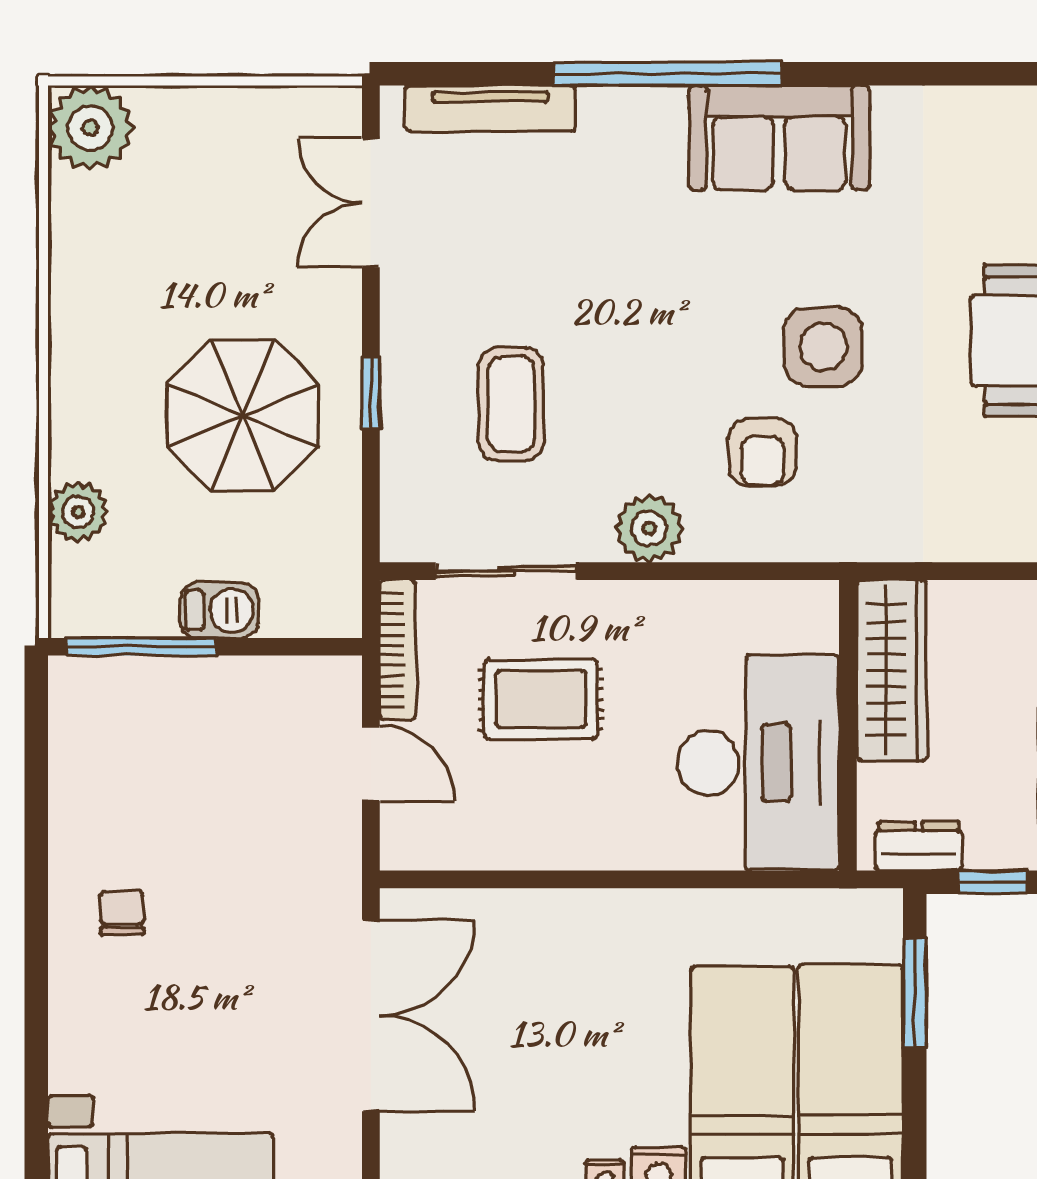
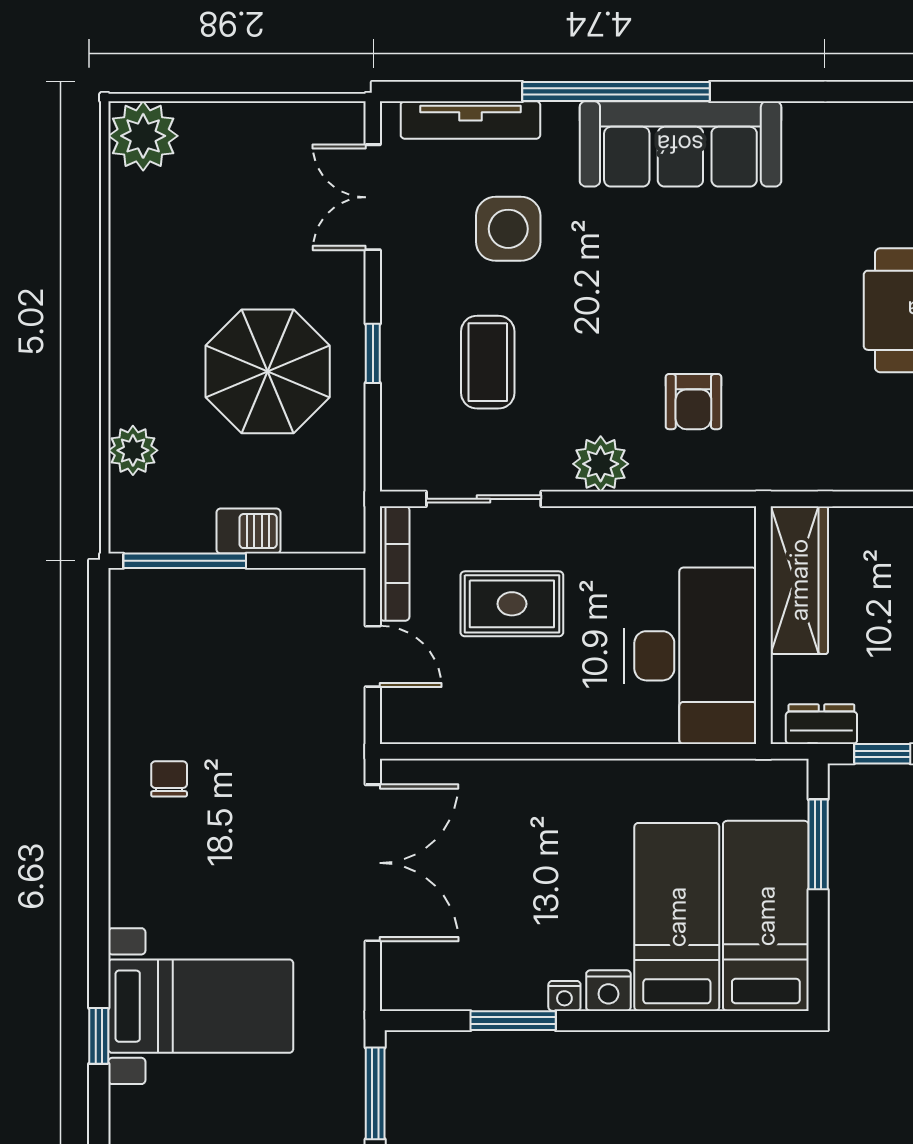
sofa: (779, 138) -> (680, 144), width x1.36
side table: (823, 347) -> (508, 229), moved

